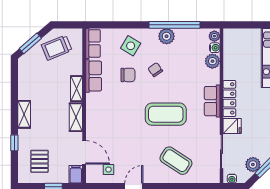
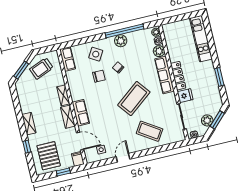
row of seats: (94, 76) -> (81, 113), moved
row of seats: (212, 101) -> (164, 75), width x1.48
coffee table: (166, 114) -> (134, 99), turned -38
pallet: (39, 161) -> (49, 156), width x1.50, depth x1.42

